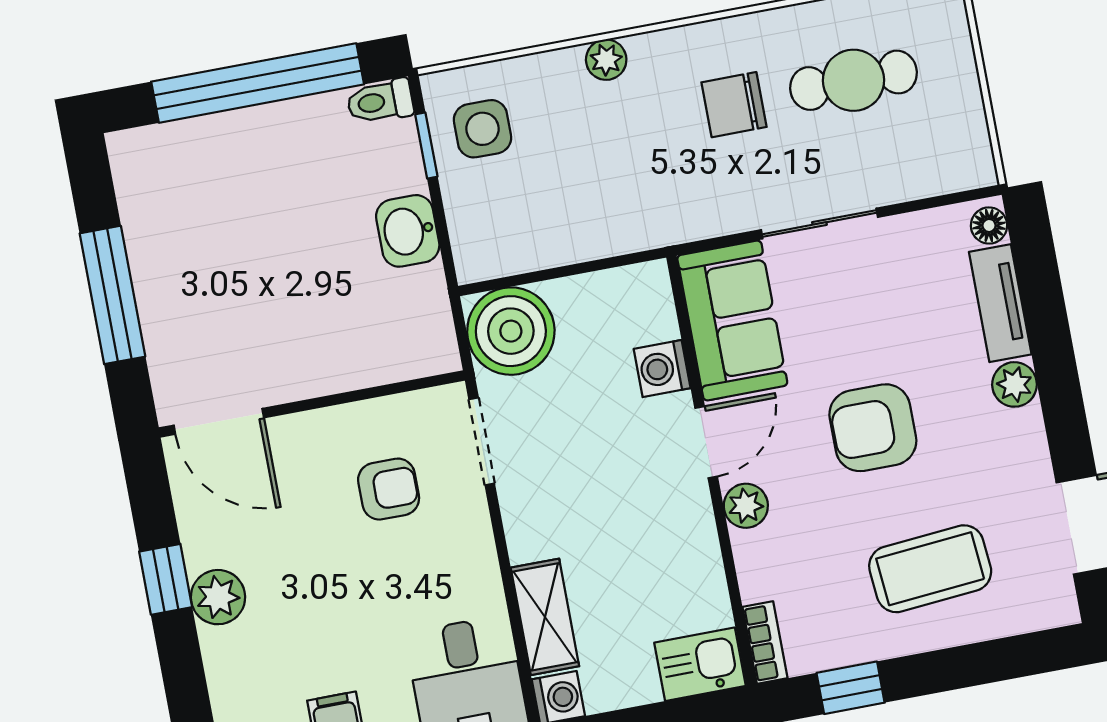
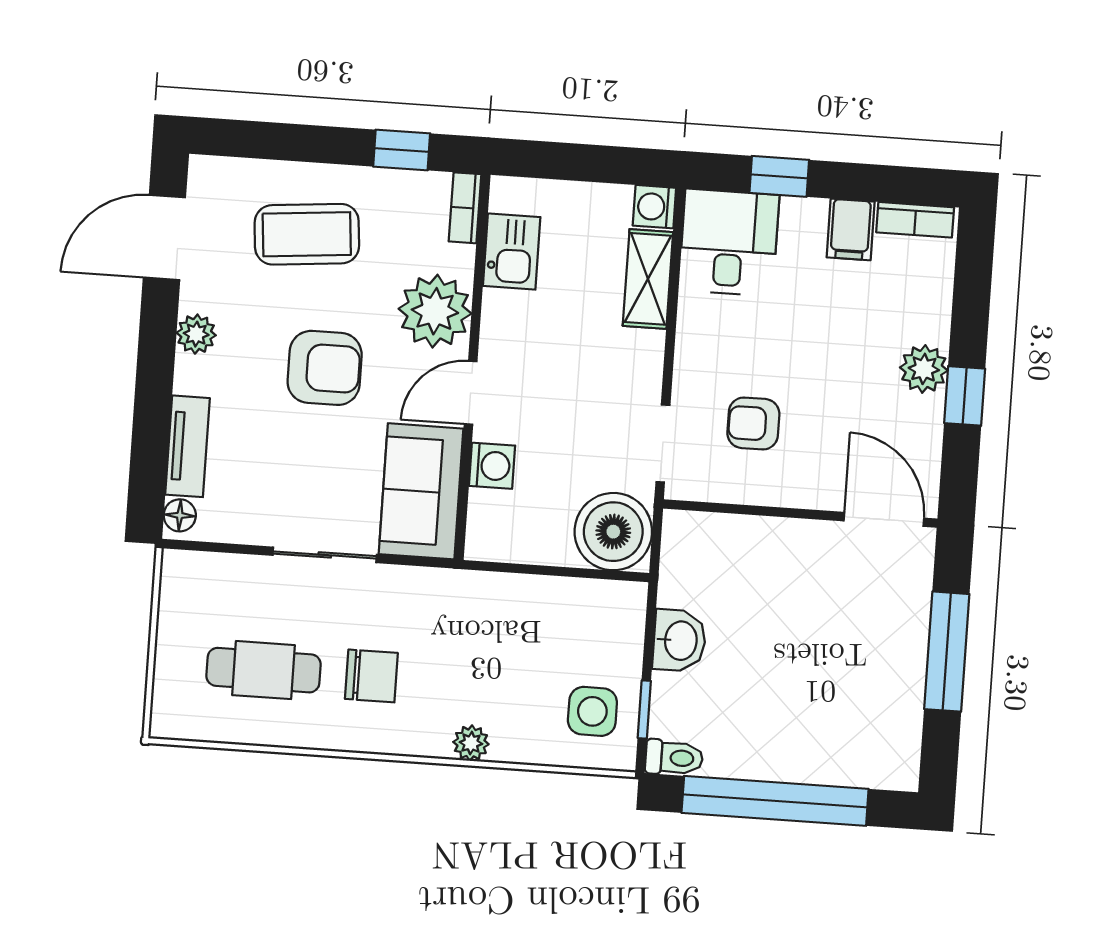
plant: (1014, 384) -> (196, 334), moved
plant: (746, 506) -> (435, 311), width x1.88, depth x1.88
kitchen sink: (700, 664) -> (512, 252), moved, turned -90

